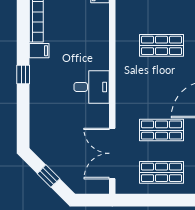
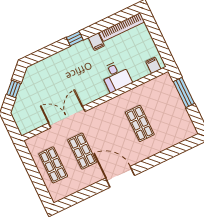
desk: (92, 87) -> (116, 76), moved
double door: (112, 153) -> (67, 117), moved

